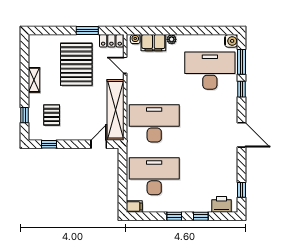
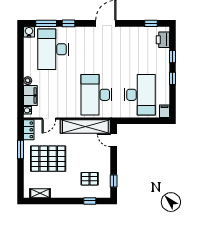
shelving: (34, 80) -> (40, 193), moved
desk: (154, 176) -> (140, 95), turned 180

